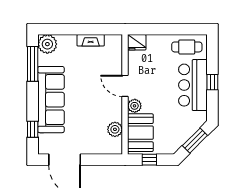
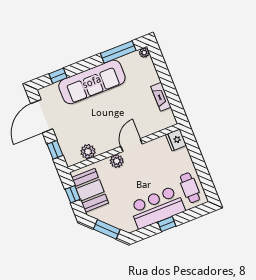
plant: (47, 44) -> (144, 53), width x0.53, depth x0.53
booth: (140, 133) -> (90, 190), moved, turned 90
window: (101, 160) -> (55, 150), added

